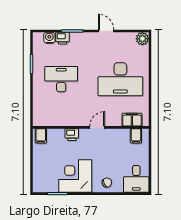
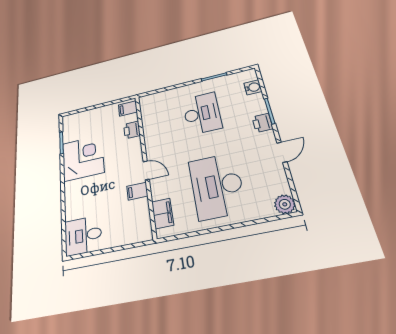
printer: (63, 38) -> (262, 123), moved
printer: (72, 135) -> (132, 130), moved
filing cabinet: (136, 136) -> (137, 191), moved
chair: (107, 183) -> (77, 198), removed

